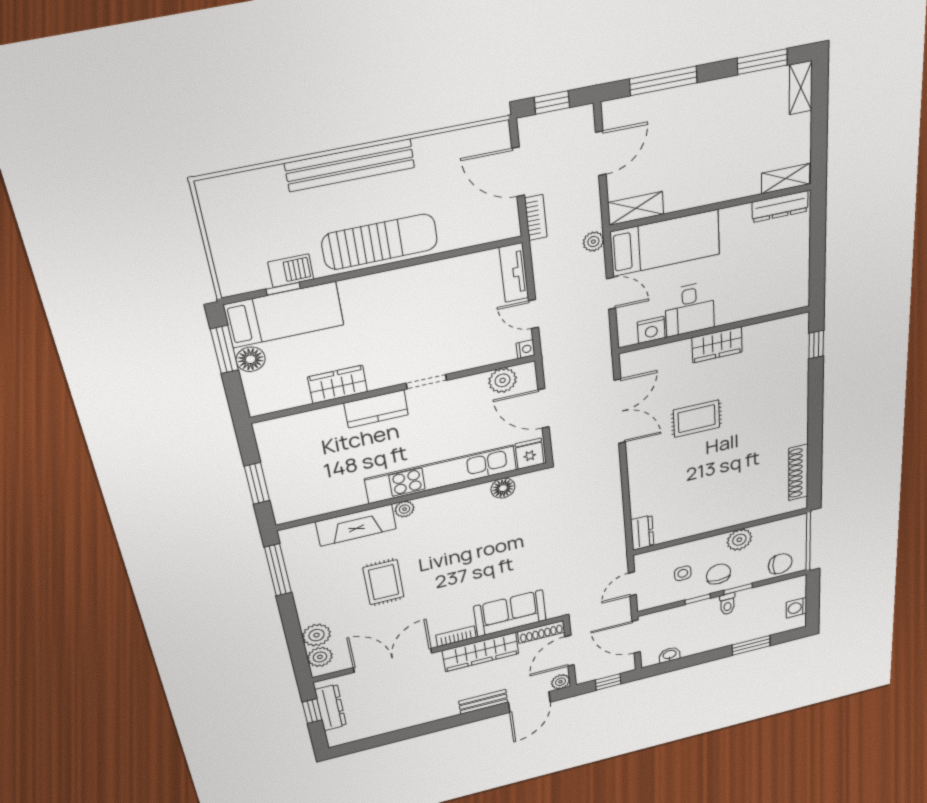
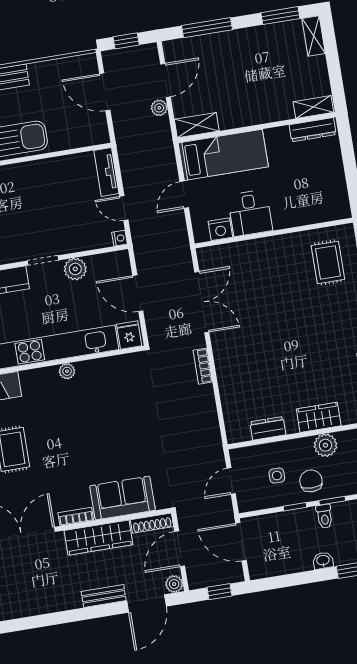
bookcase: (536, 218) -> (203, 366), moved, turned 180
plant: (593, 242) -> (159, 108), moved
door: (611, 293) -> (184, 195), swing flipped
wardrobe: (717, 345) -> (319, 417), moved, turned 180
plant: (503, 380) -> (75, 269), moved
rug: (697, 419) -> (328, 262), moved, turned 90
floor lamp: (503, 488) -> (109, 366), removed
plant: (405, 509) -> (67, 371), moved
dresser: (642, 533) -> (268, 428), moved, turned -90
washbasin: (670, 655) -> (323, 561), moved

